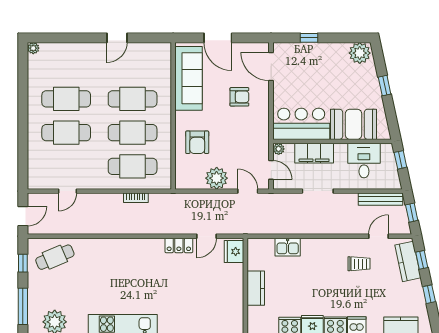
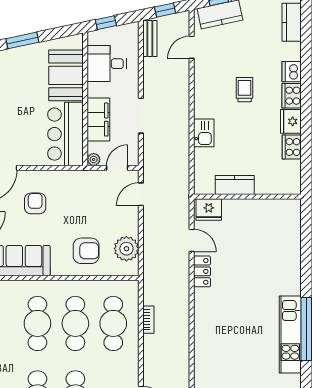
window: (385, 86) -> (22, 40), width x1.50
plant: (217, 178) -> (126, 249), moved
bench: (380, 199) -> (150, 39), width x0.73
door: (378, 236) -> (192, 47), hinge flipped
kitchen sink: (288, 247) -> (204, 133), moved
trolley: (359, 264) -> (245, 90), moved
kitchen counter: (256, 288) -> (235, 185), moved

